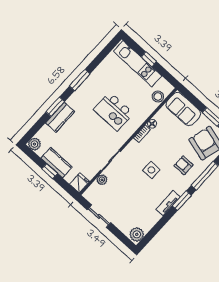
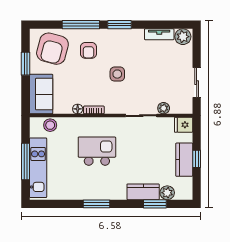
window: (149, 59) -> (26, 162), width x2.17
window: (55, 107) -> (155, 204), moved
kitchen island: (114, 111) -> (97, 151), turned -90
plant: (34, 144) -> (167, 193), moved
tv unit: (168, 203) -> (159, 34), moved

